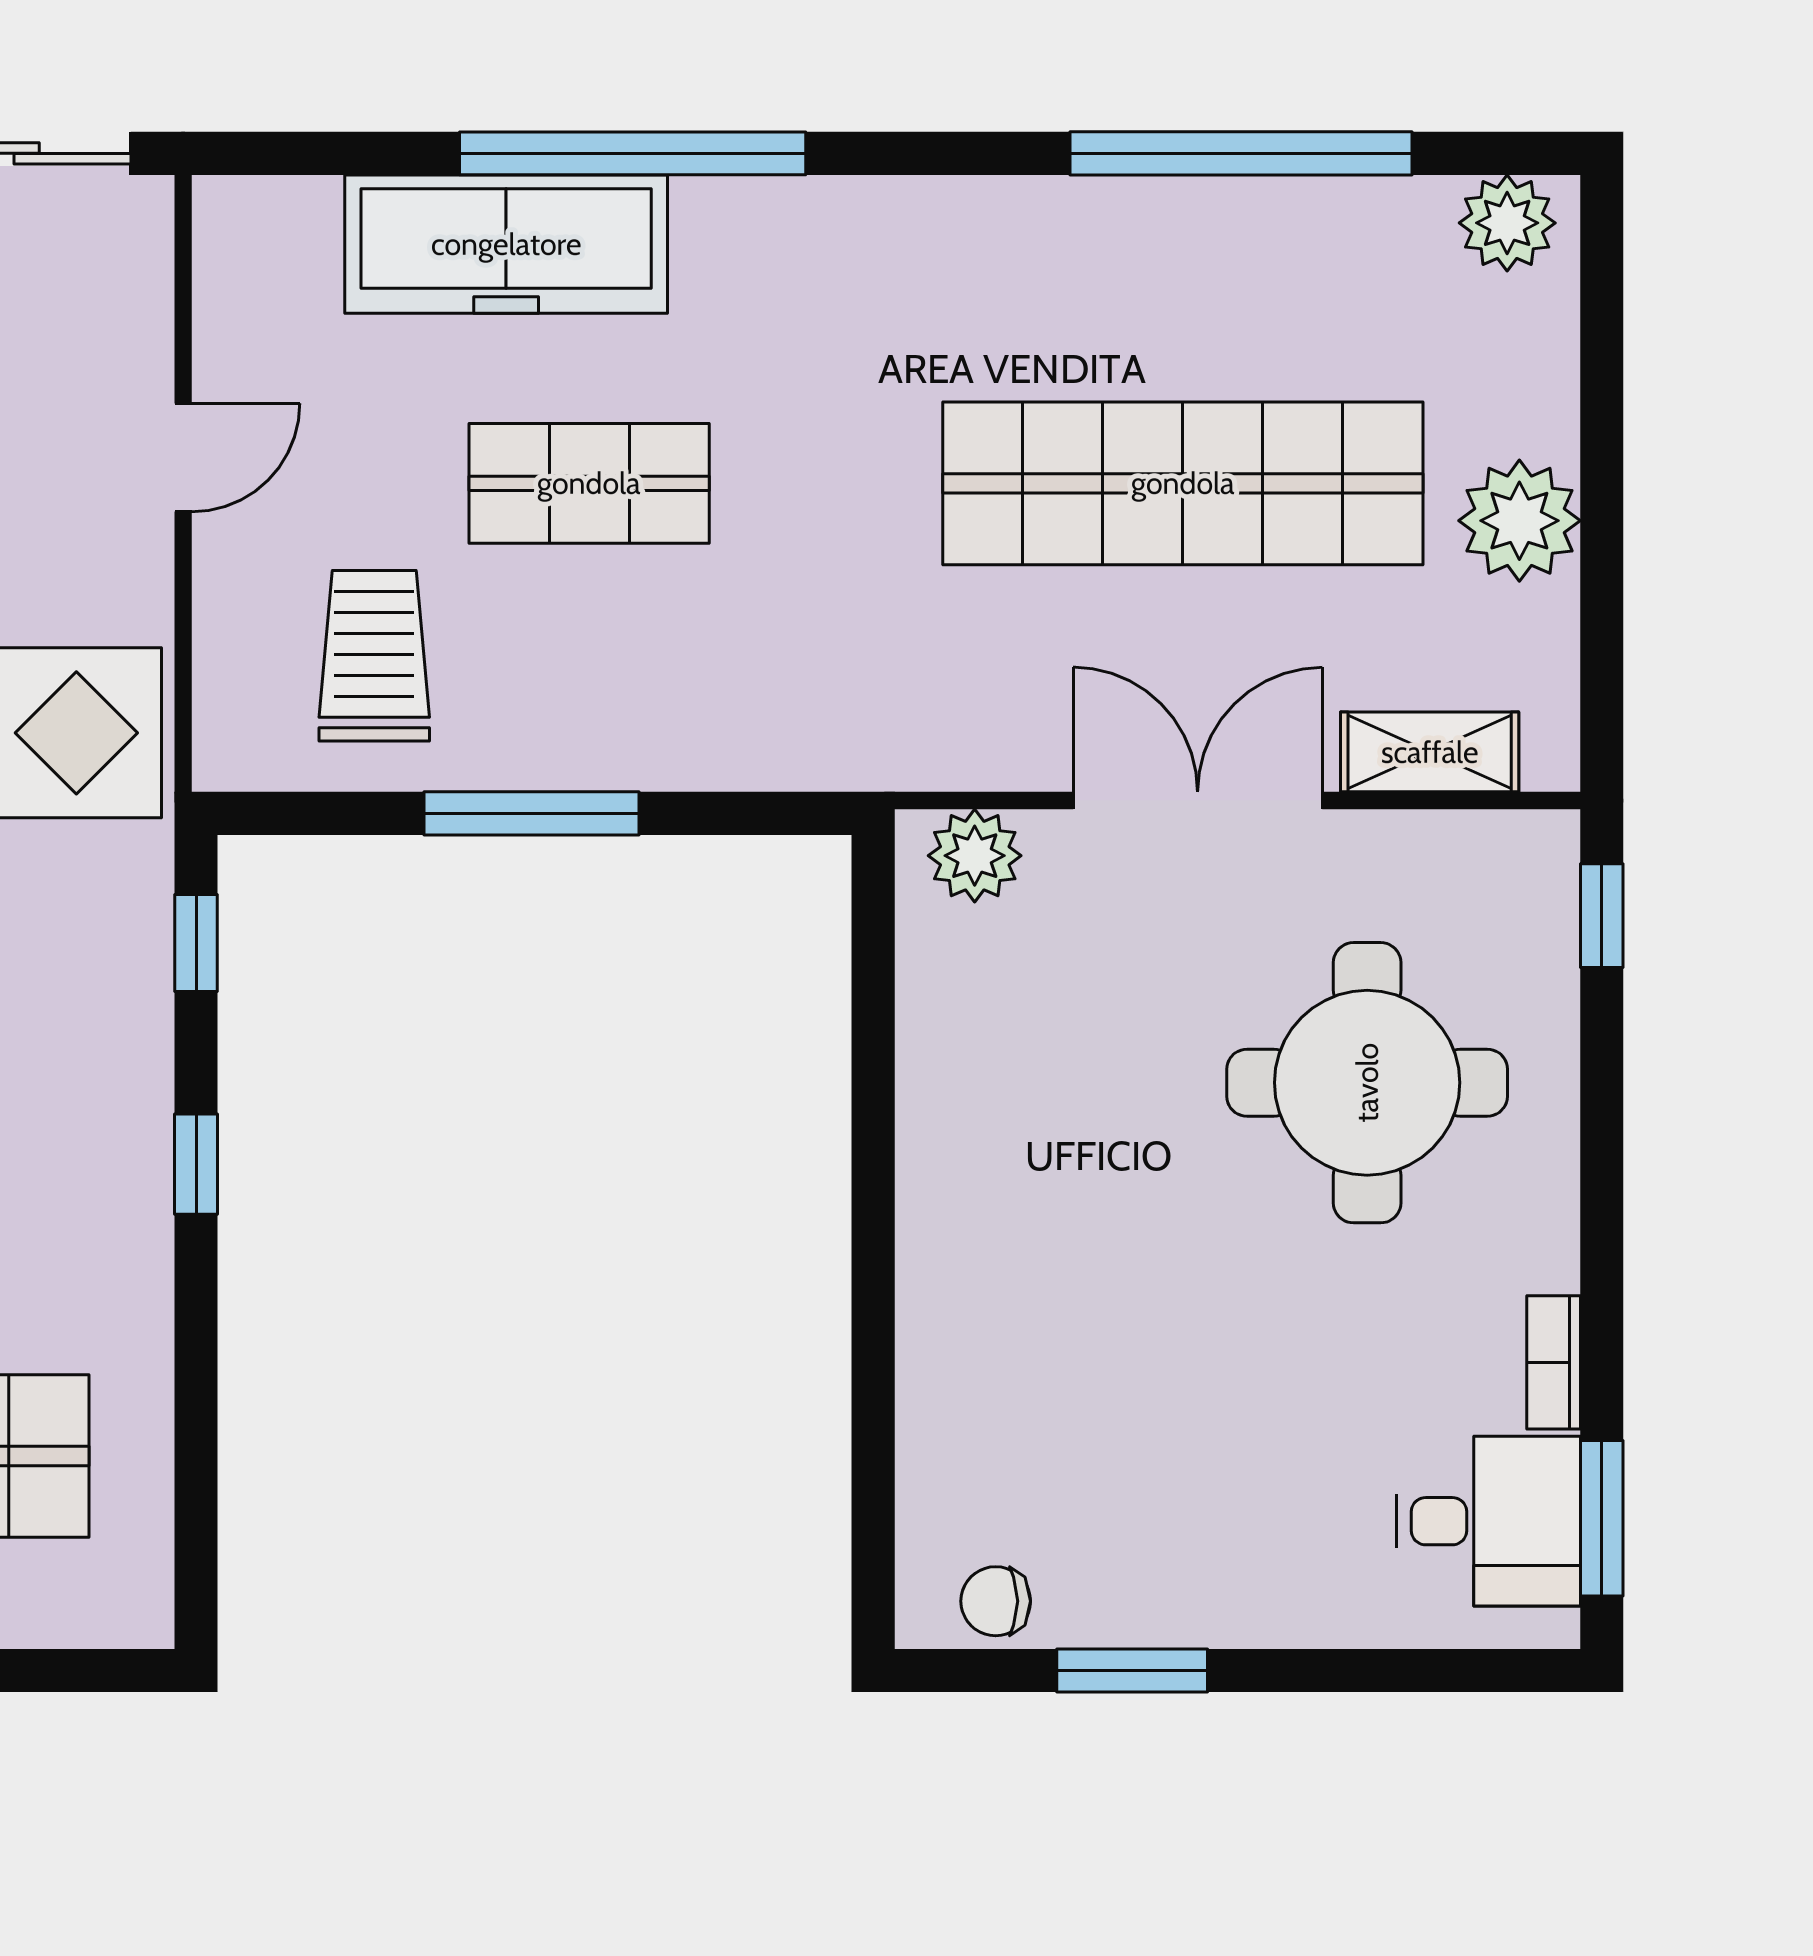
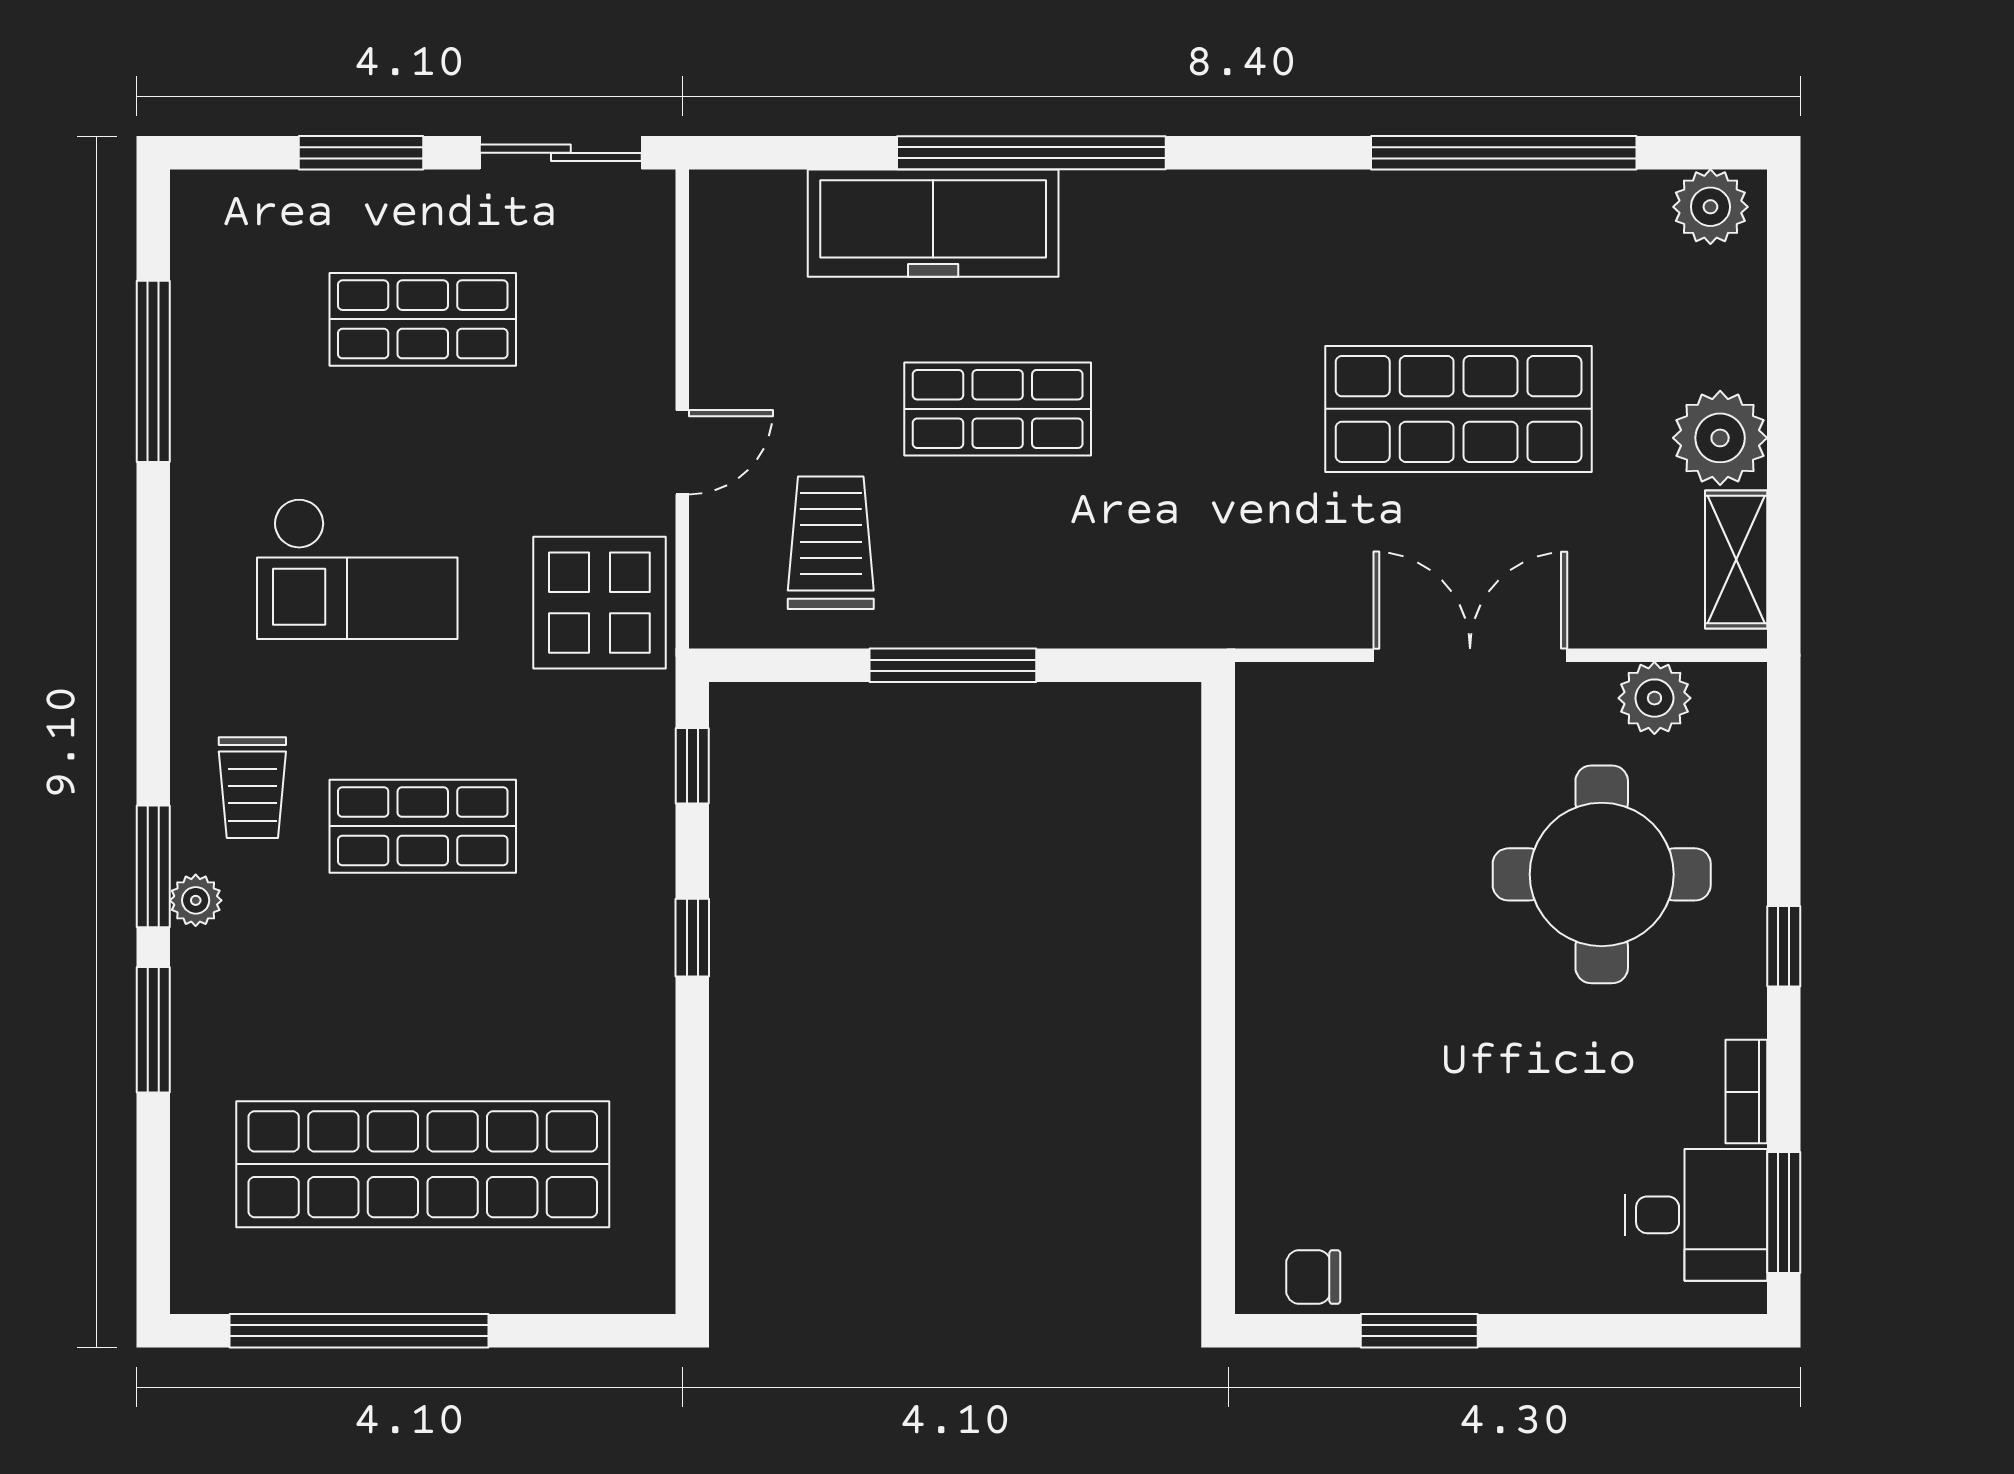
door: (183, 458) -> (682, 452), moved
shop shelf: (1183, 483) -> (1459, 409), width x0.71
shelving: (1430, 752) -> (1736, 560), moved, turned 90
plant: (975, 856) -> (1654, 698), moved
window: (1602, 916) -> (1784, 946), moved

